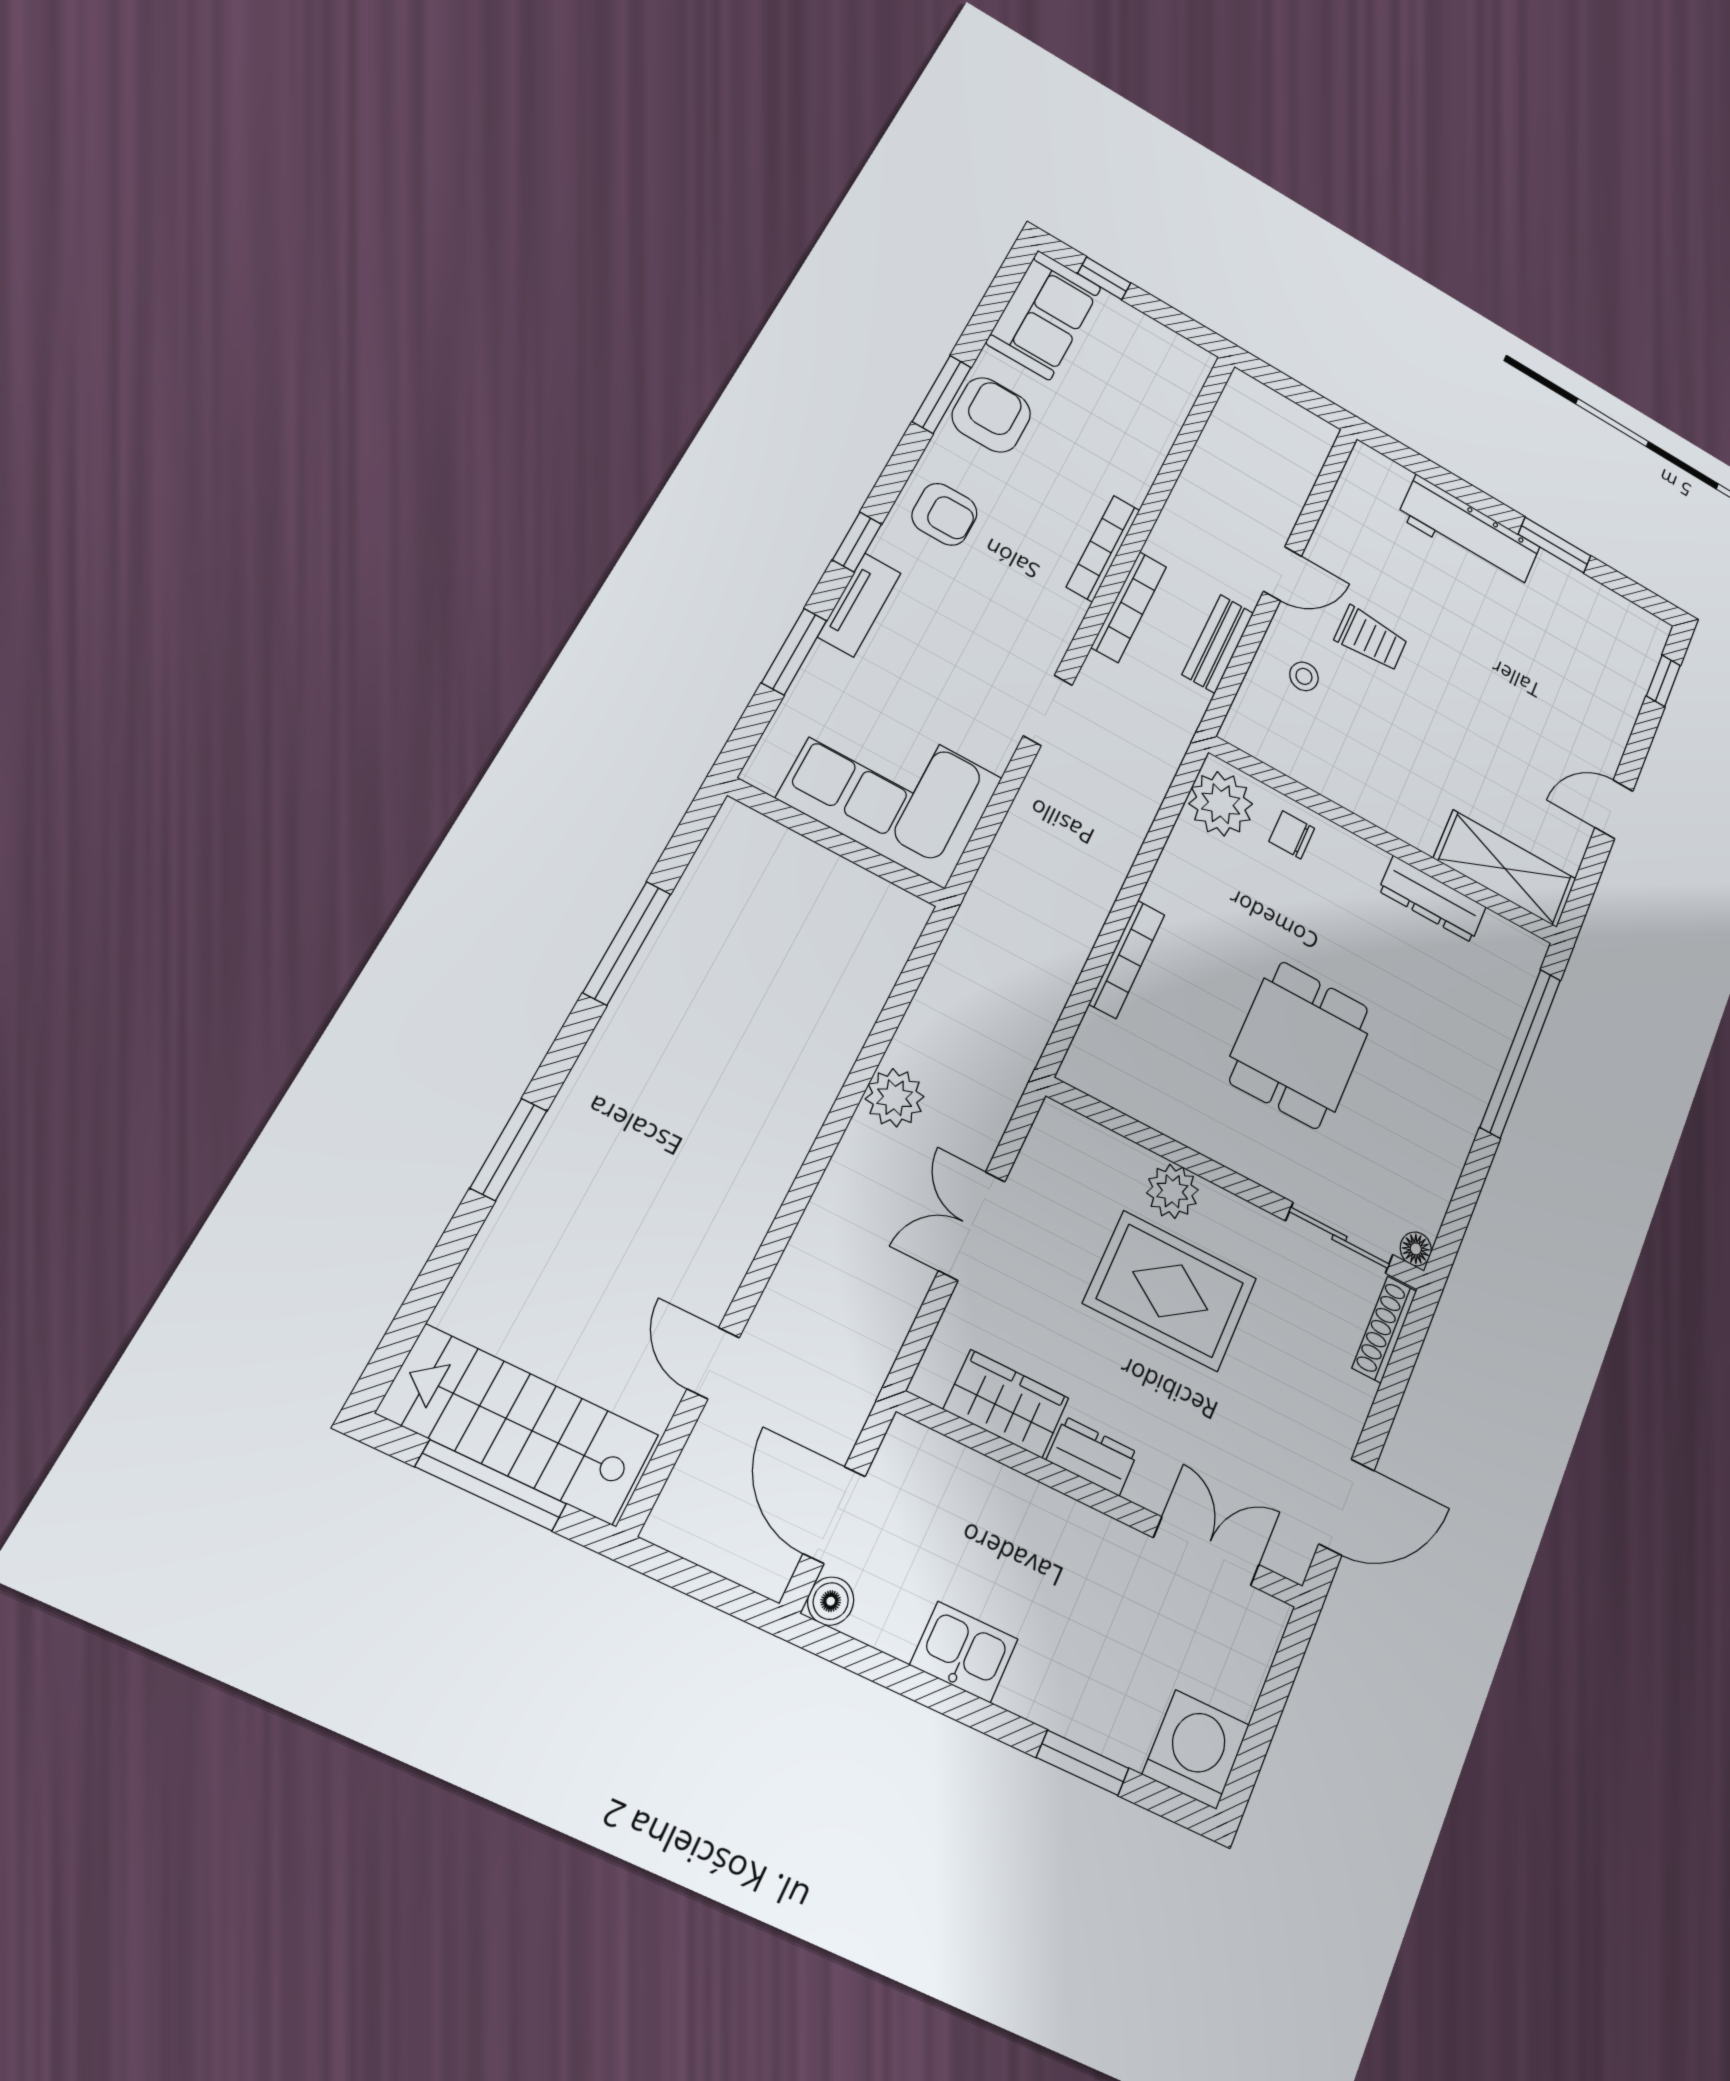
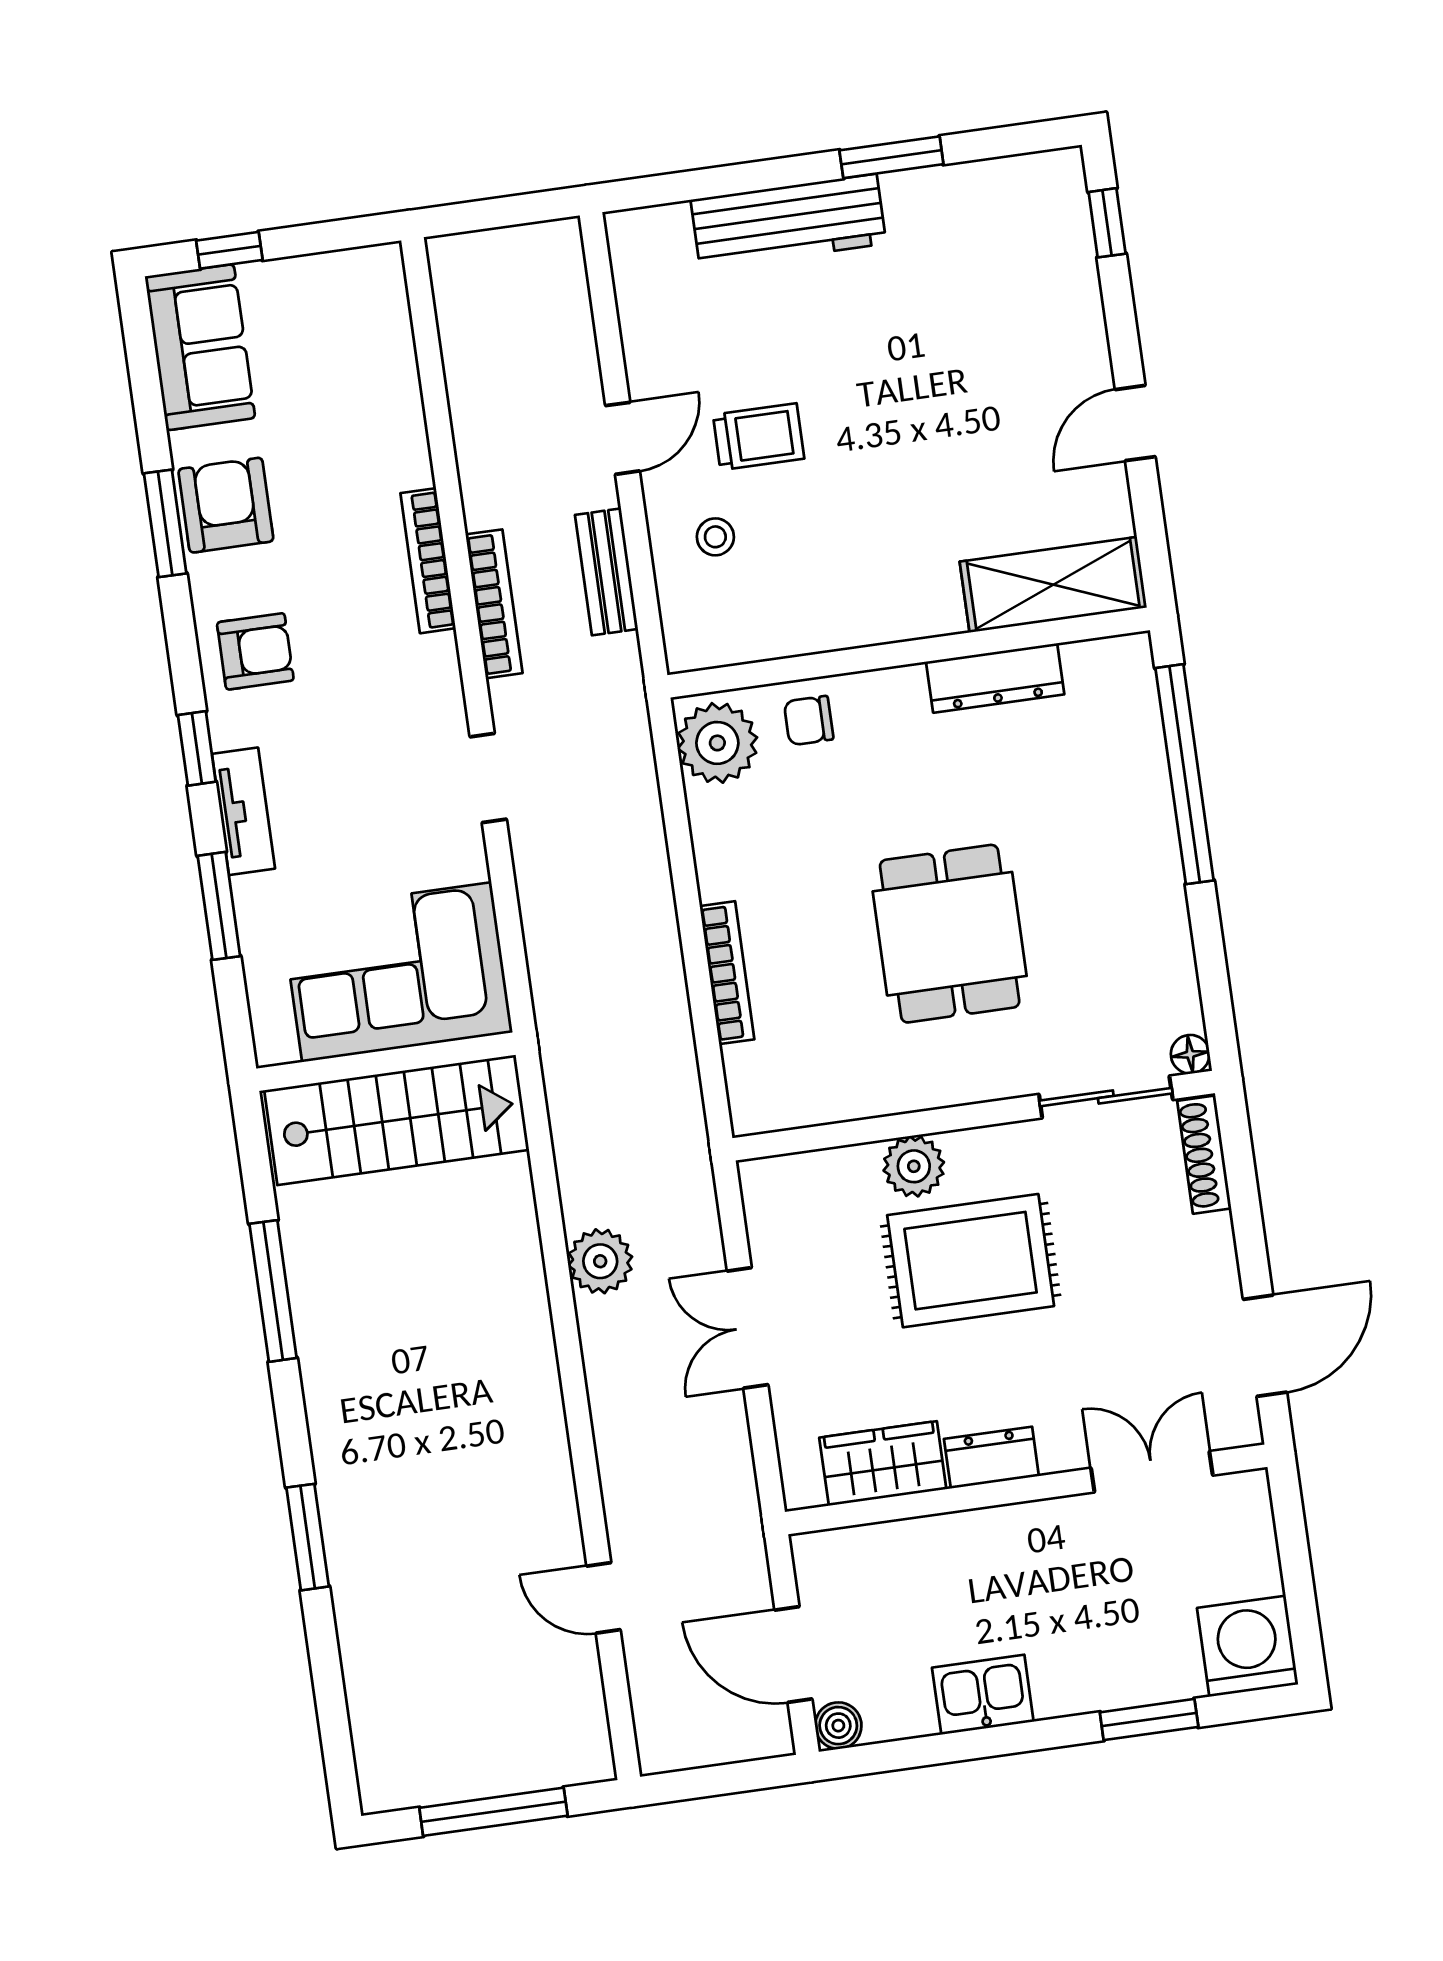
stairs: (519, 1424) -> (397, 1120), moved, turned 180

